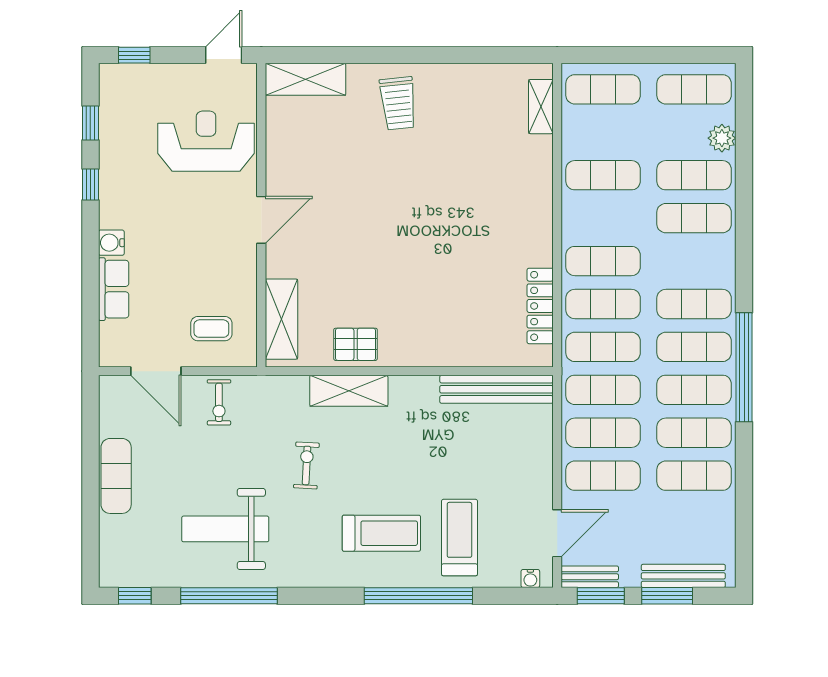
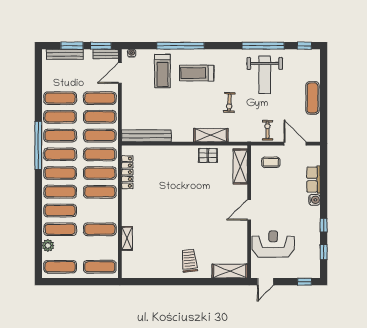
shelving: (541, 107) -> (127, 238), moved
reception desk: (206, 141) -> (273, 244), turned 180
exercise mat: (694, 261) -> (60, 192), added
weight bench: (225, 529) -> (265, 75), turned 90

